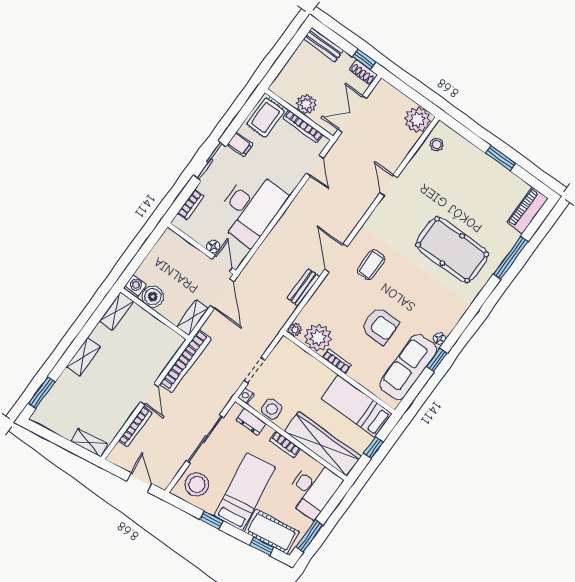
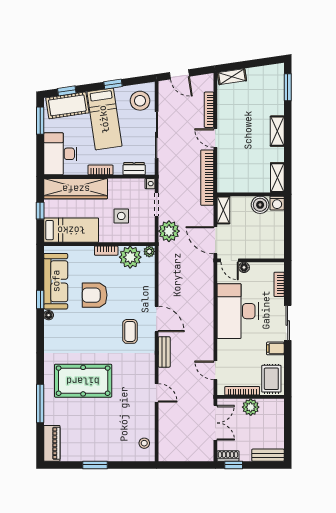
plant: (418, 120) -> (169, 231), moved
bench: (303, 287) -> (164, 352), moved
side table: (272, 409) -> (121, 216), moved

